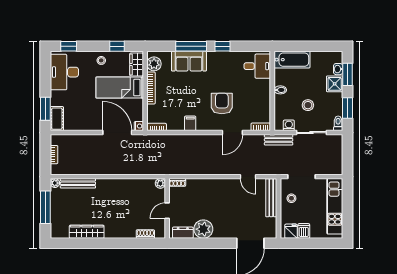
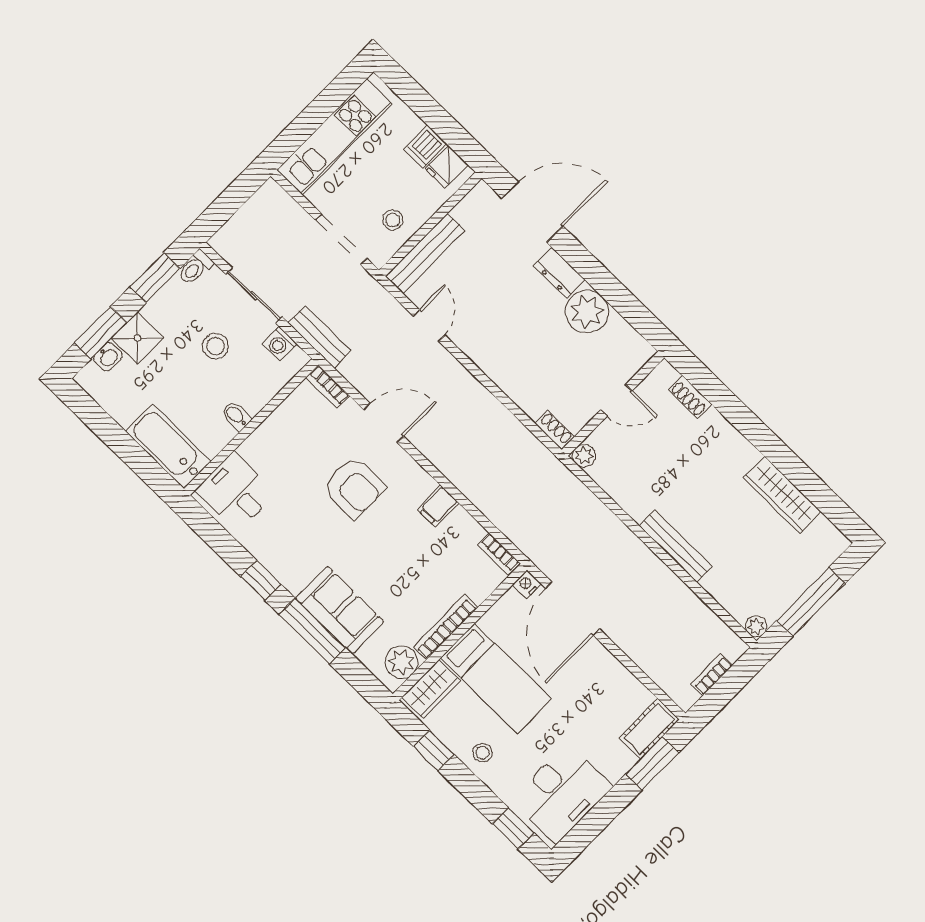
armchair: (222, 104) -> (354, 487), turned -90
bench: (78, 183) -> (676, 546), moved
dresser: (183, 233) -> (559, 273), moved

